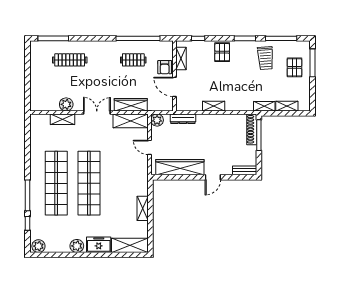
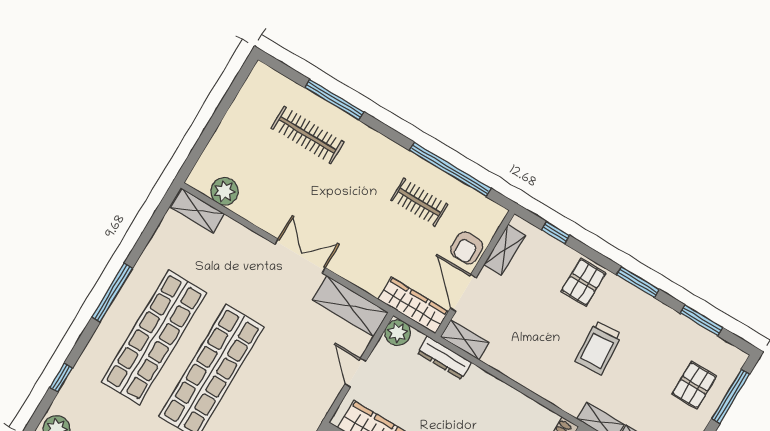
window: (53, 38) -> (334, 100), moved
window: (281, 38) -> (701, 320), width x0.69
trolley: (265, 58) -> (598, 348), moved
plant: (66, 104) -> (224, 191), moved
wardrobe: (131, 105) -> (413, 305), moved
shelving: (214, 106) -> (465, 340), moved
shelving: (63, 119) -> (198, 211), moved
window: (27, 195) -> (112, 293), moved

